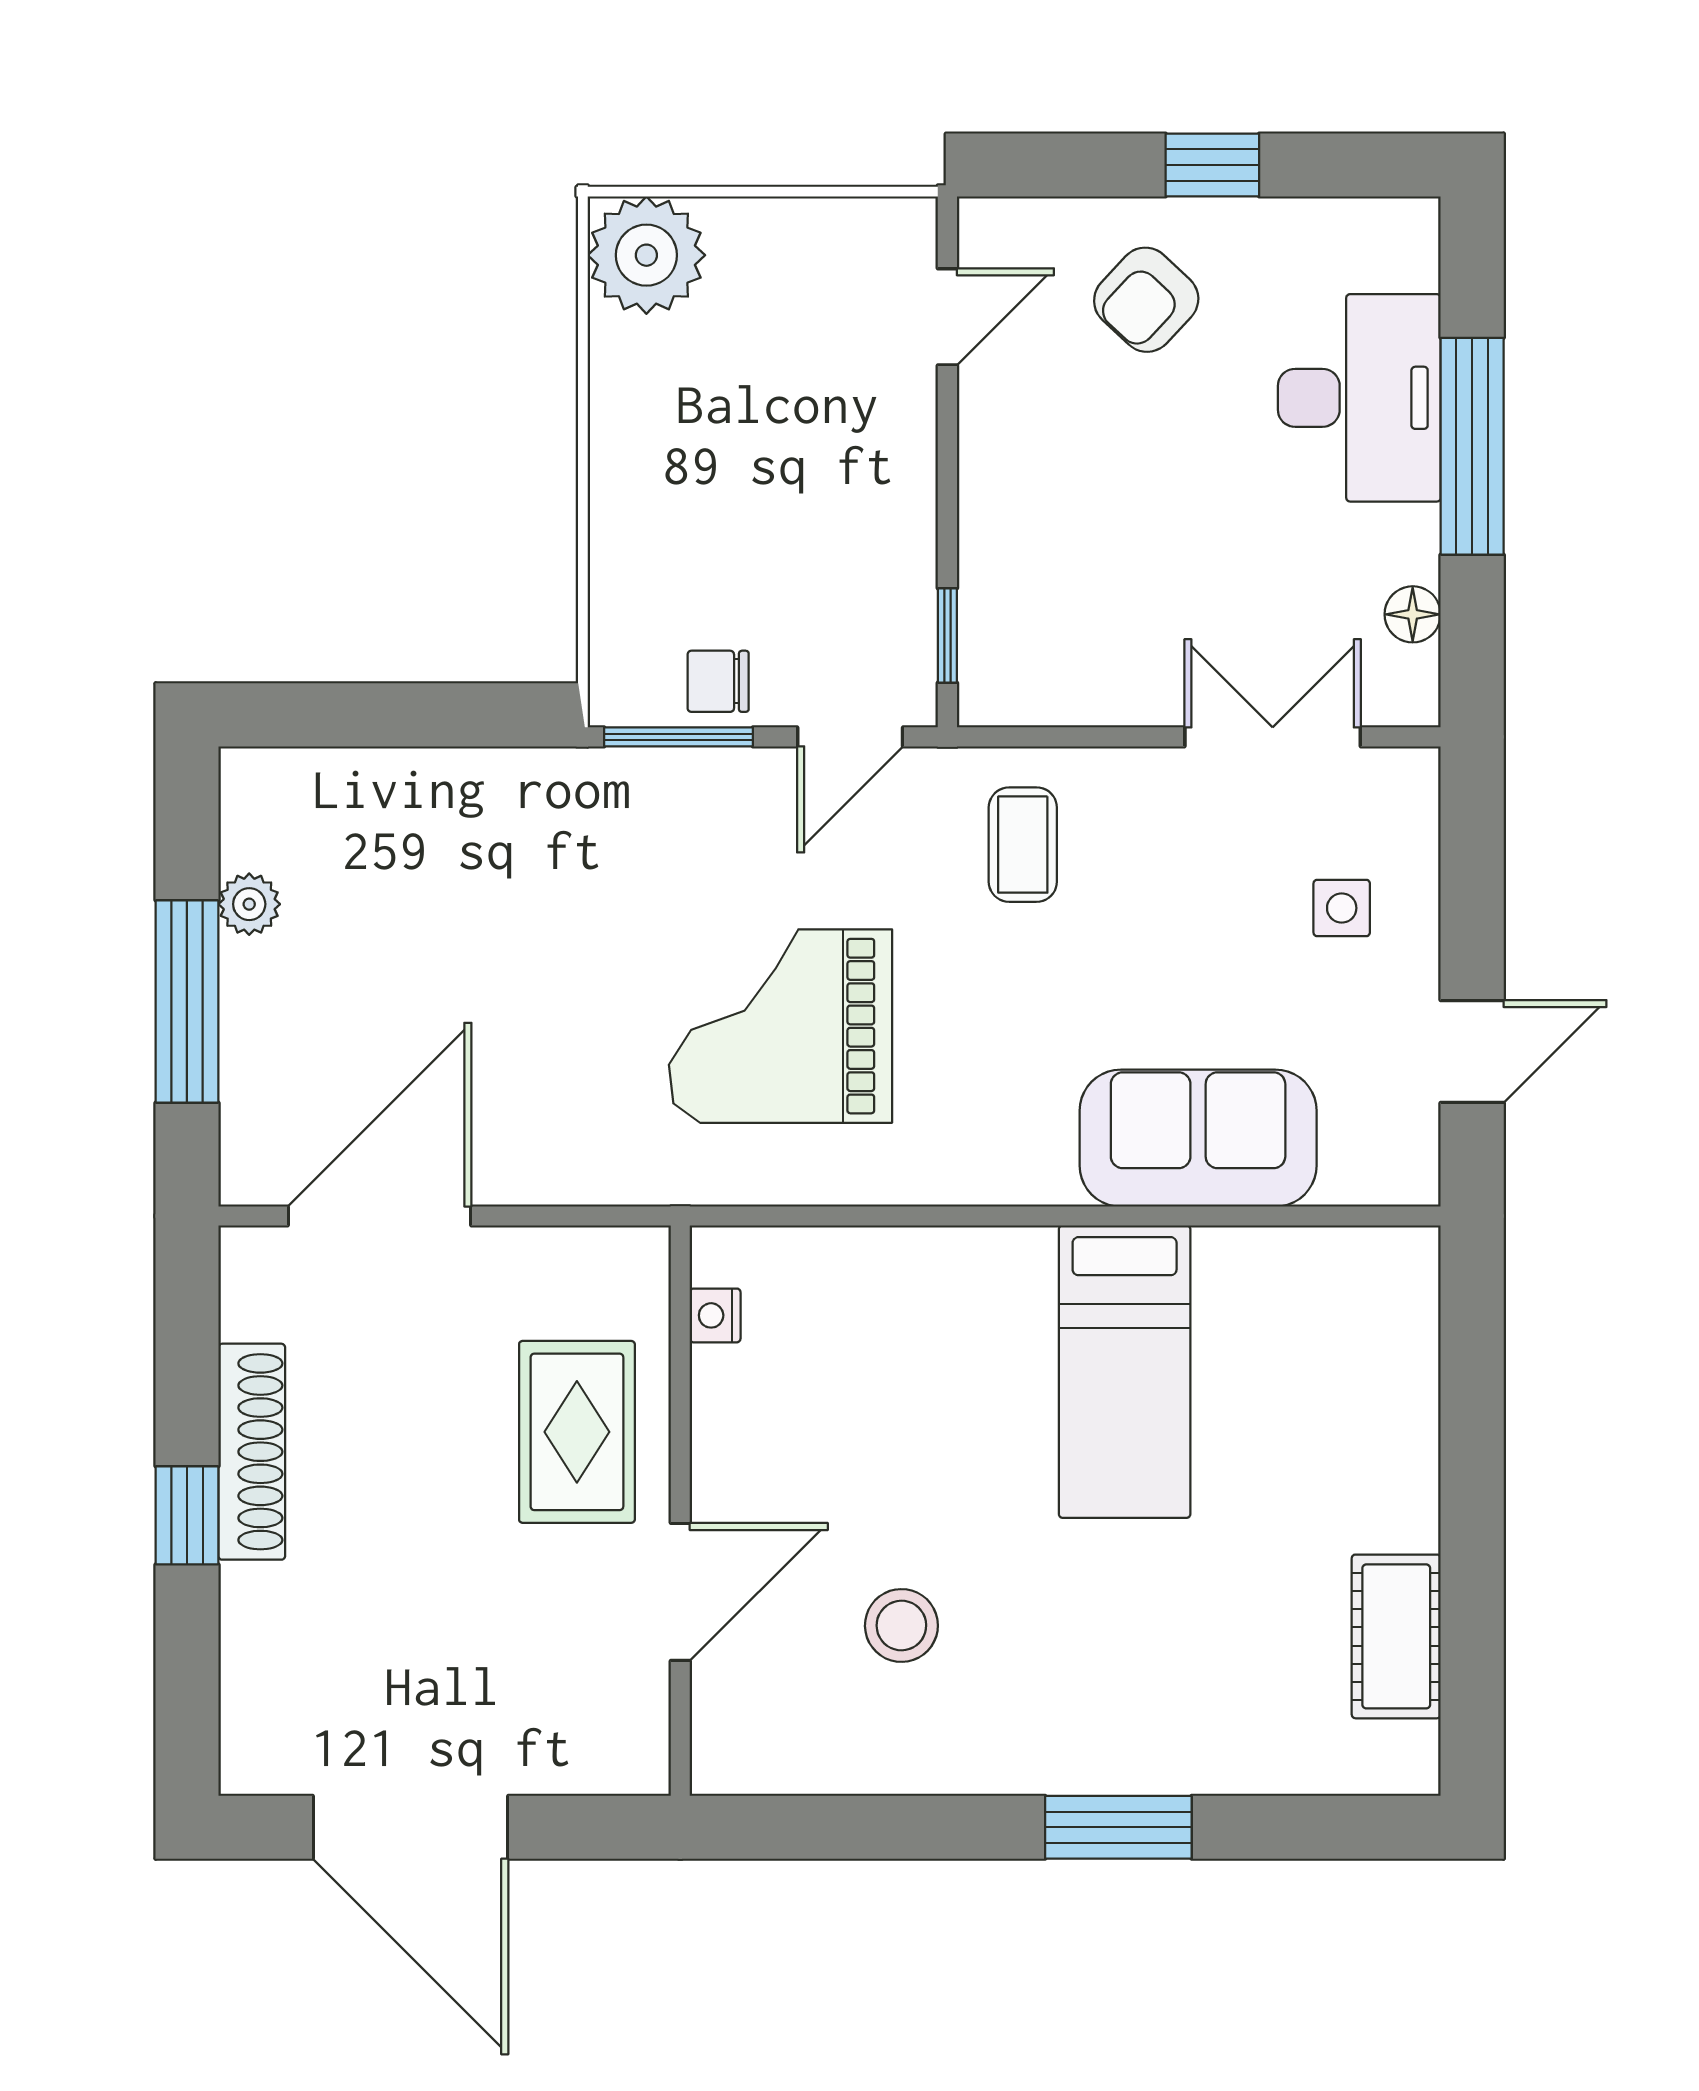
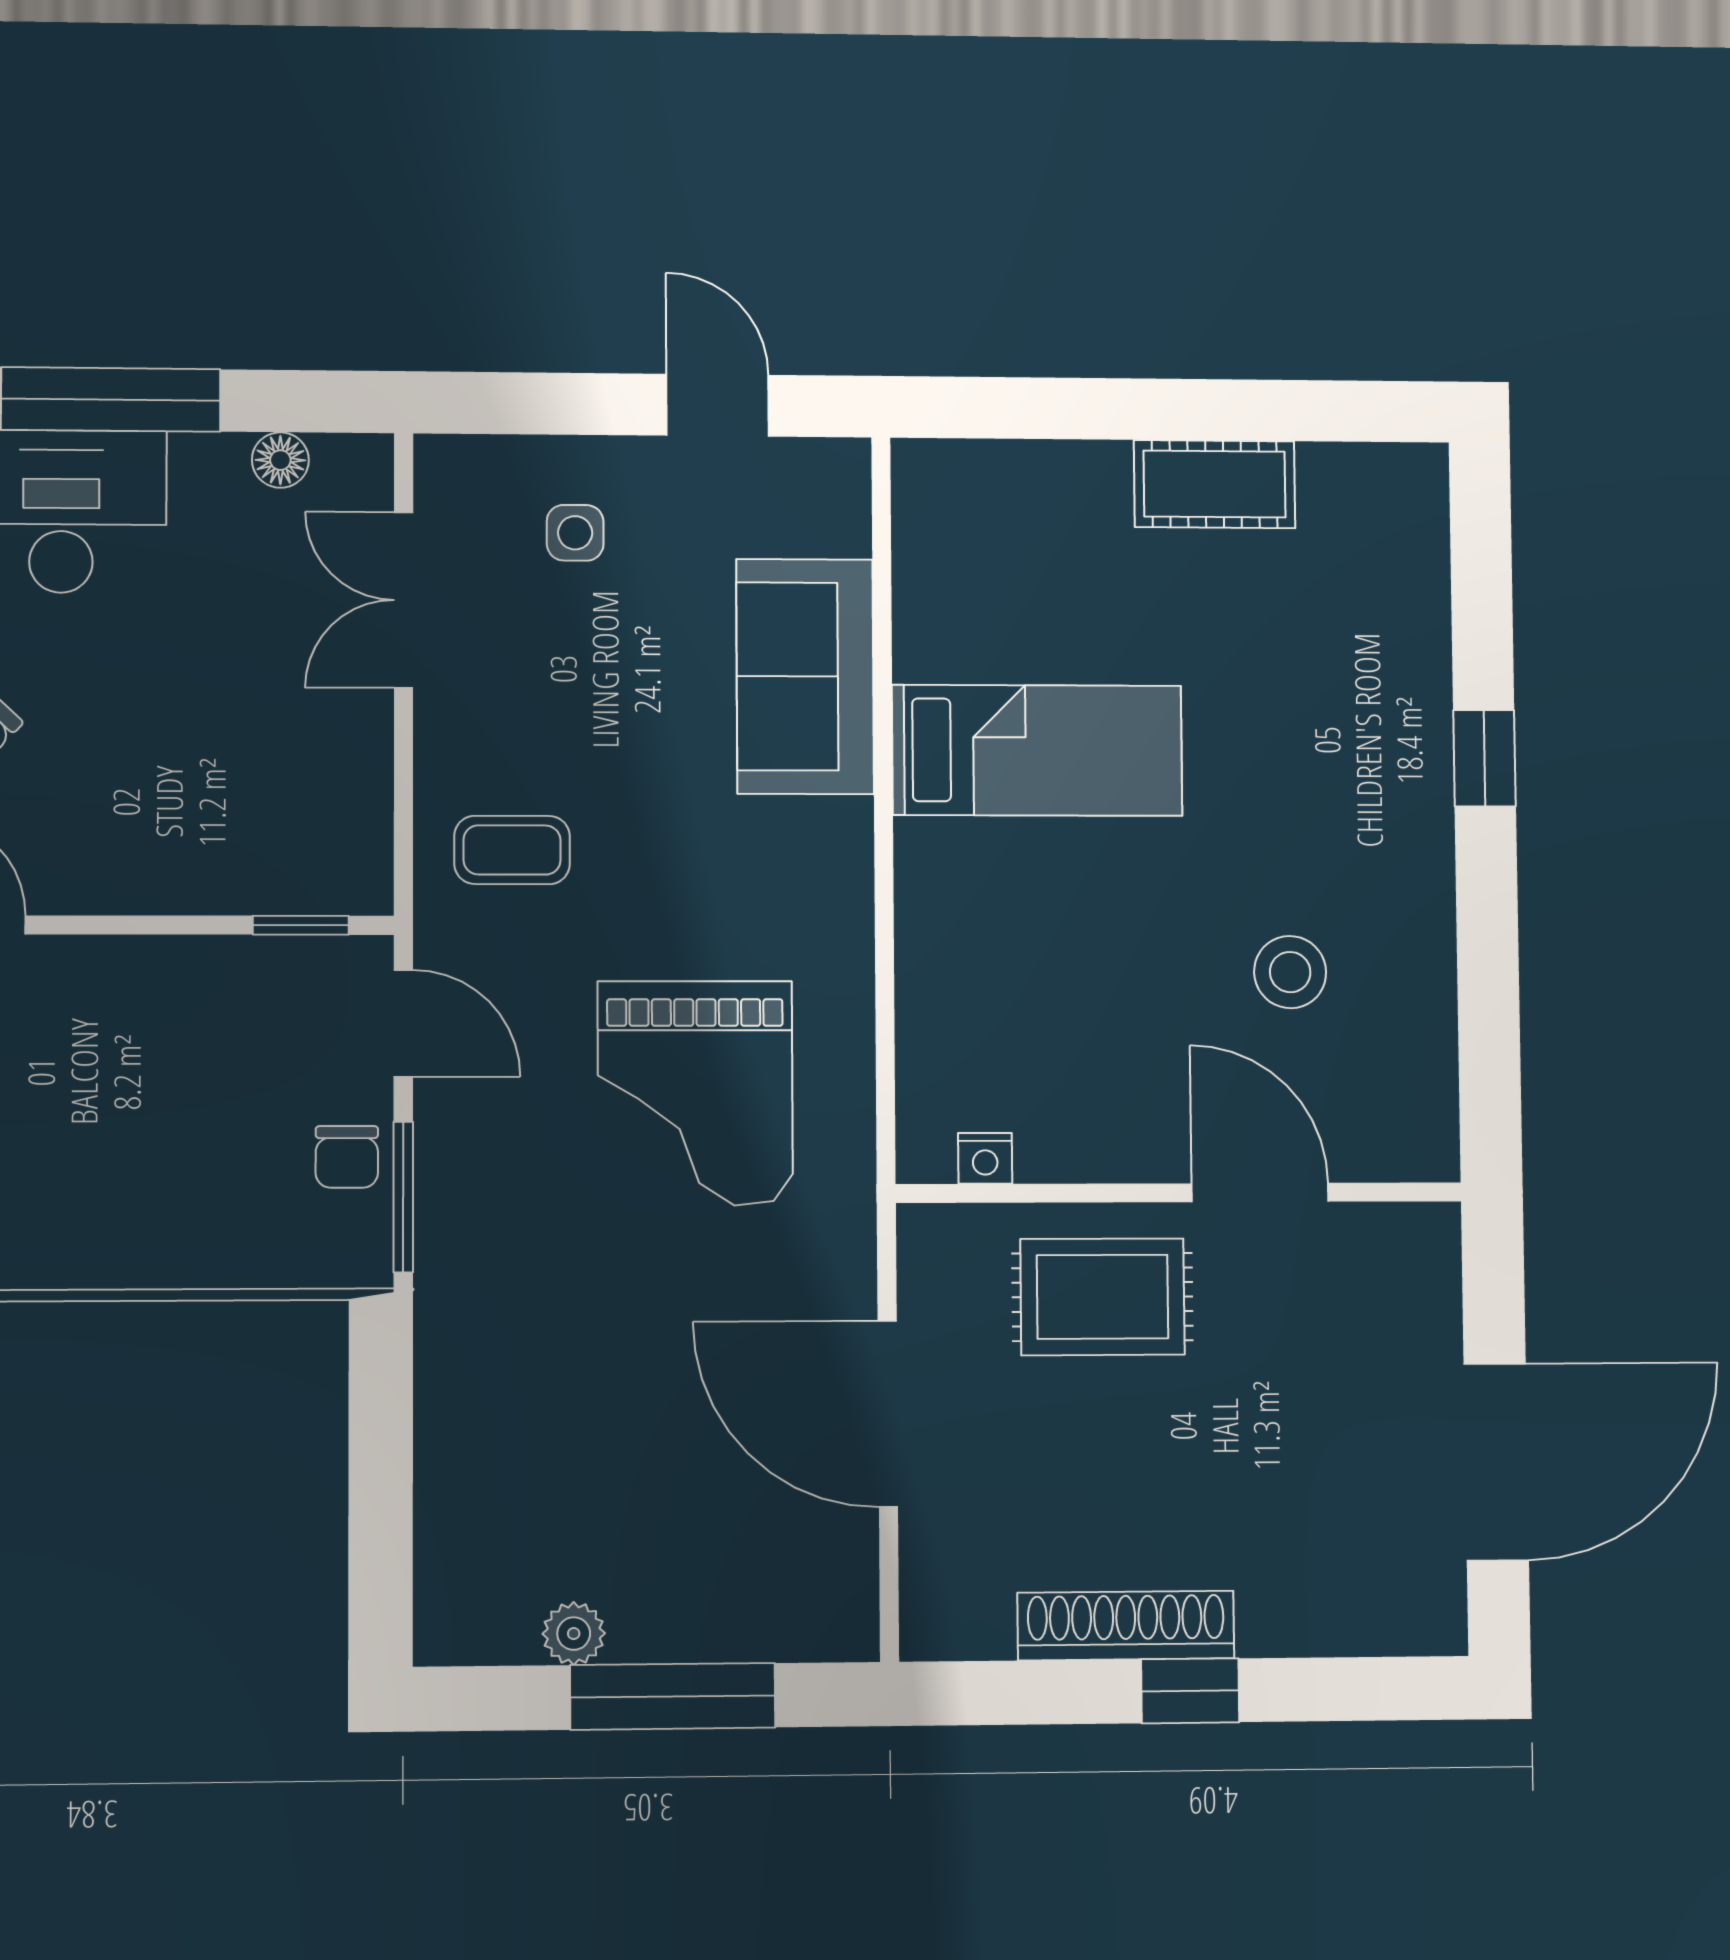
door: (380, 1216) -> (888, 1414), moved
cot: (1396, 1636) -> (1214, 484), moved
window: (1118, 1827) -> (1484, 758), width x0.67

